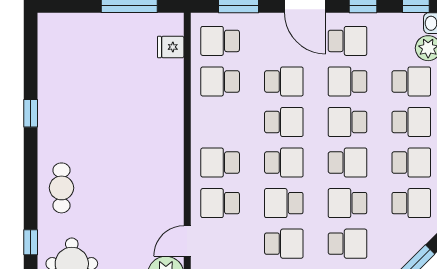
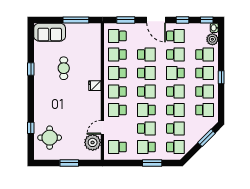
sofa: (72, 33) -> (50, 32), added
fridge: (171, 47) -> (95, 86), moved
school desk: (348, 81) -> (175, 54), turned 180
school desk: (220, 122) -> (117, 73), added
cafe table: (61, 188) -> (64, 68), moved
school desk: (348, 203) -> (175, 110), turned 180

